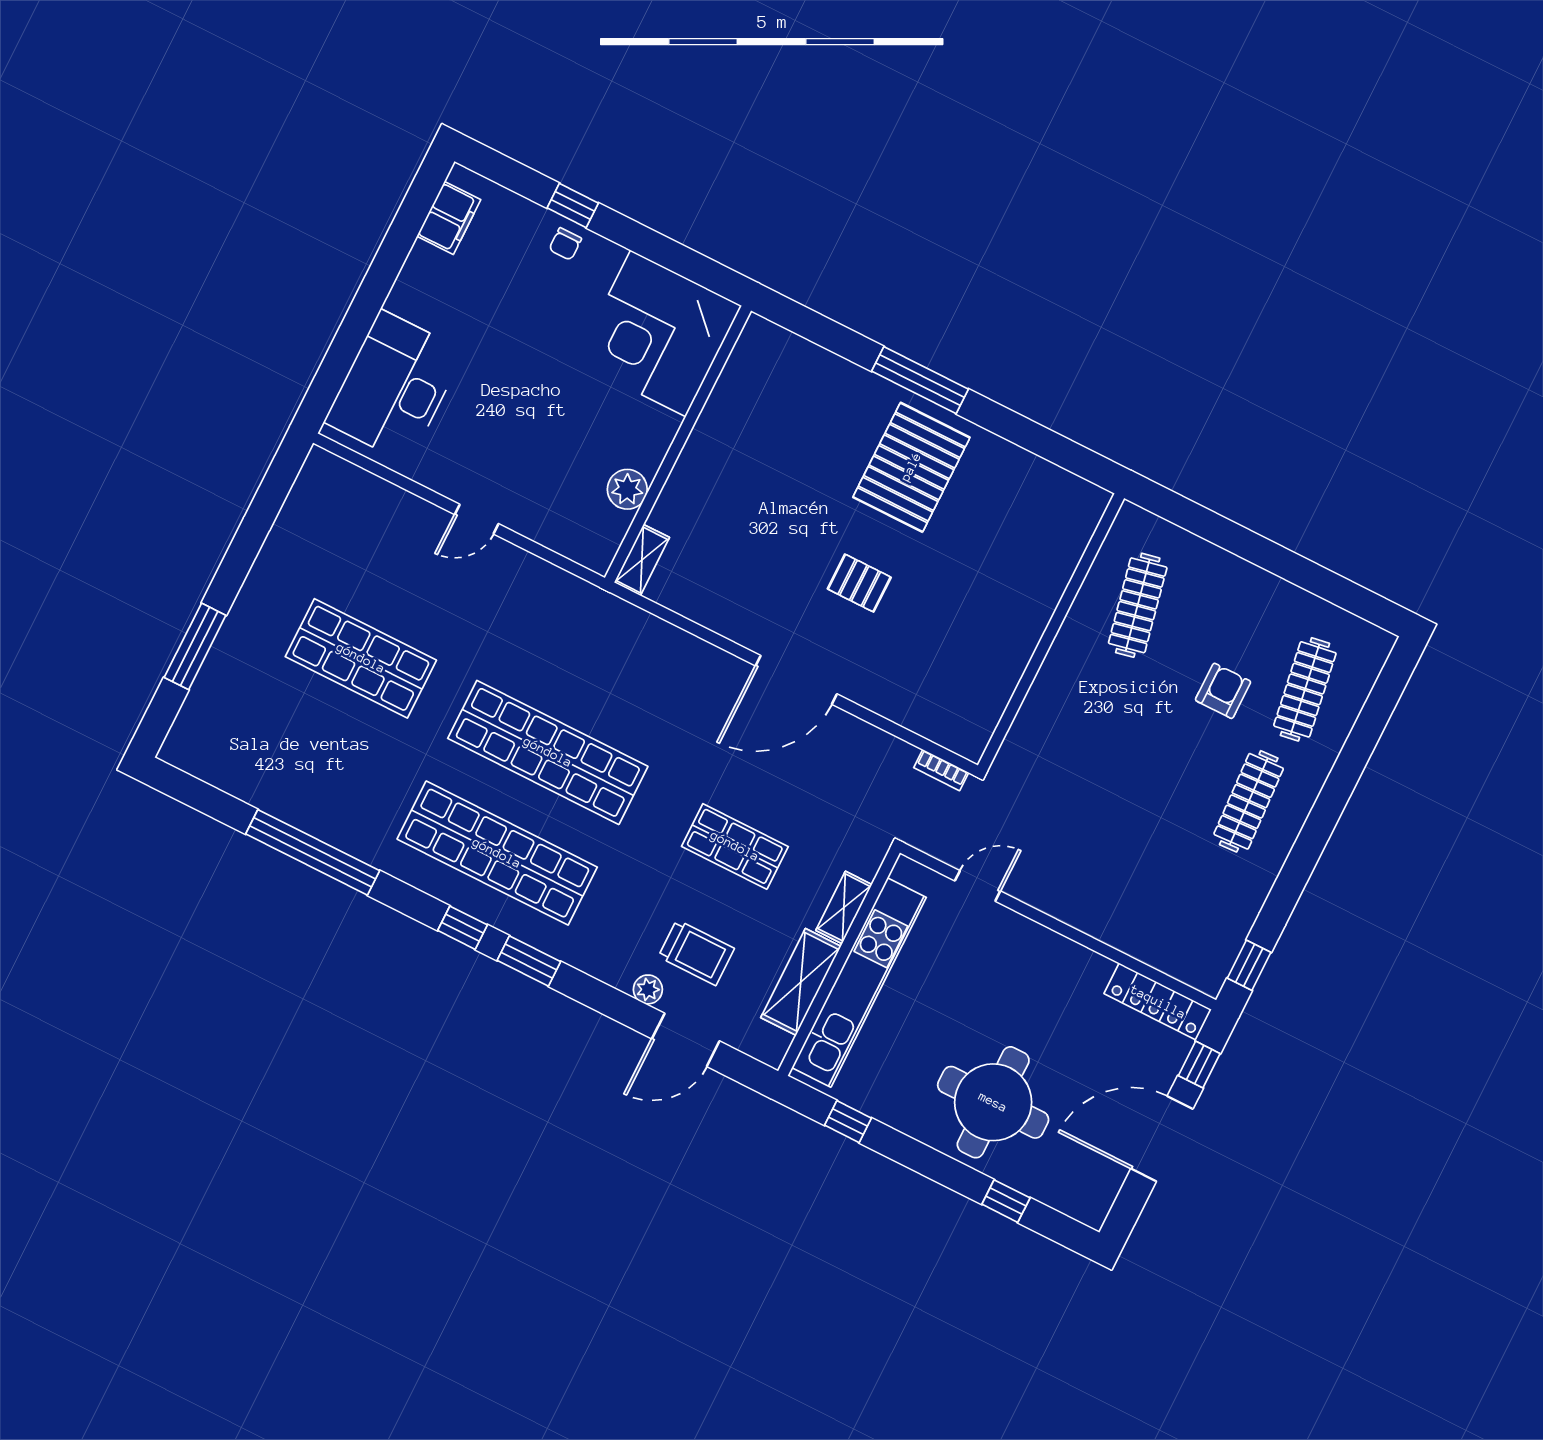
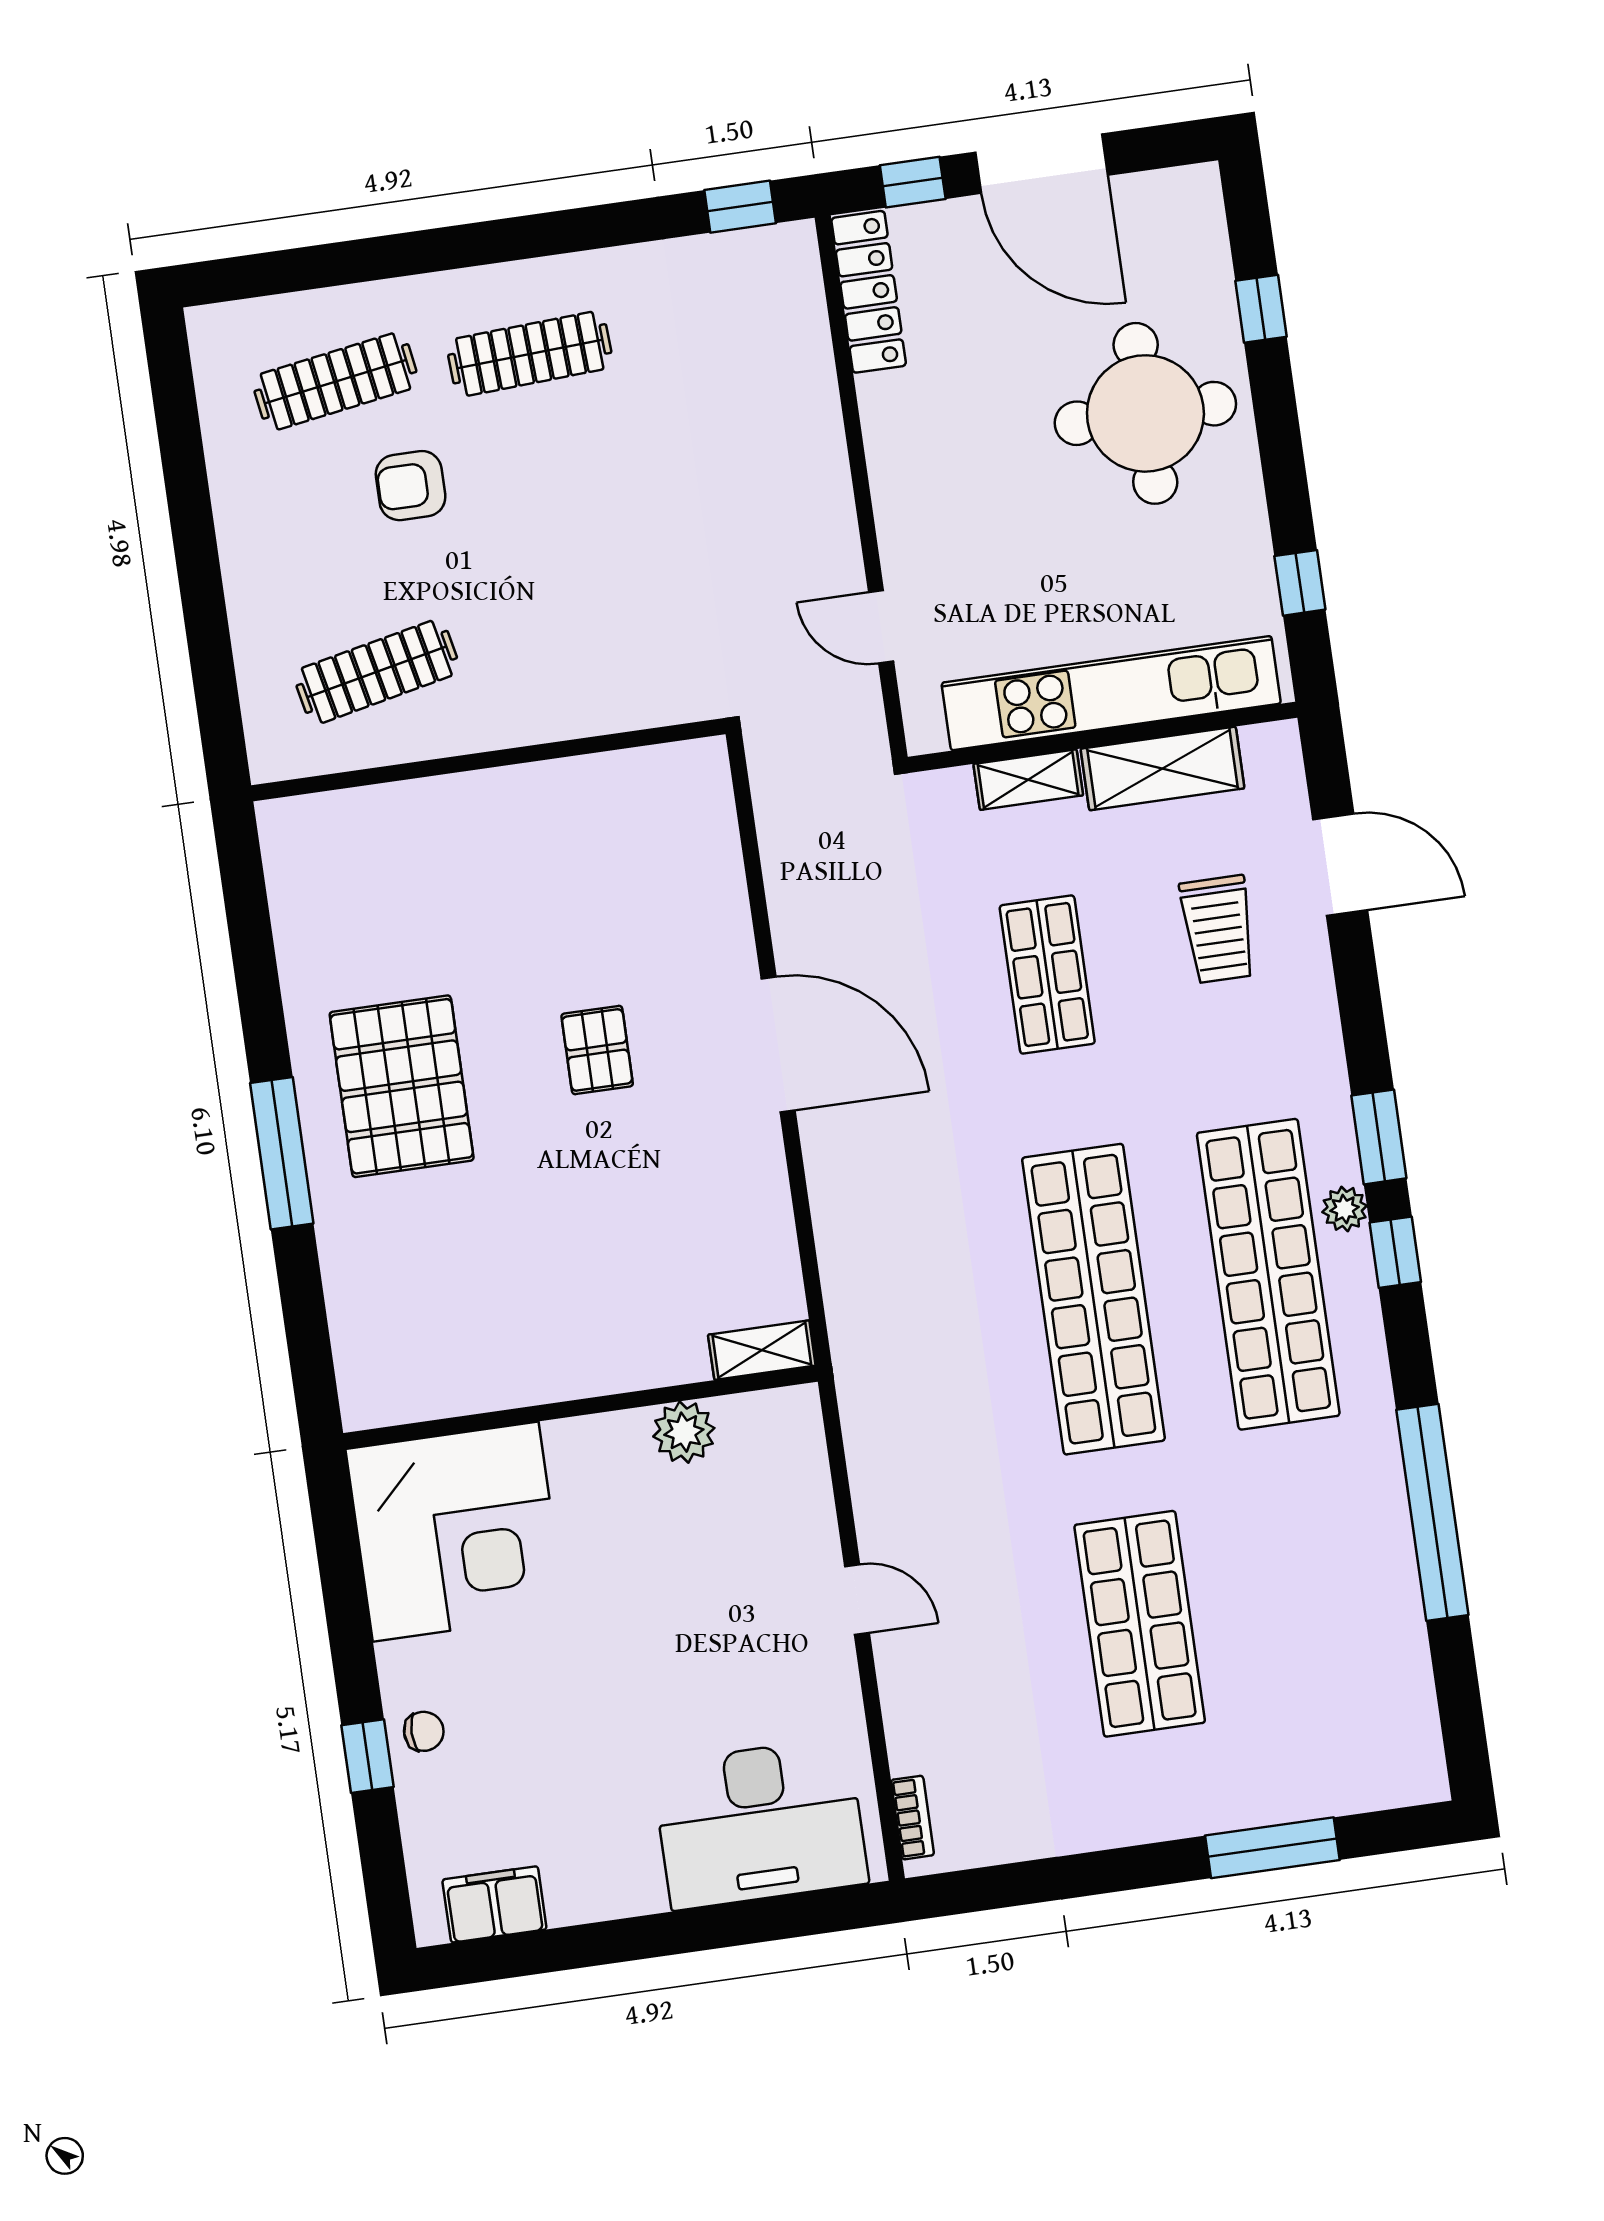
pallet: (911, 467) -> (402, 1086), turned 90
bookcase: (941, 770) -> (913, 1818), moved
trolley: (696, 953) -> (1218, 929), turned 180
plant: (648, 989) -> (1345, 1209), moved

